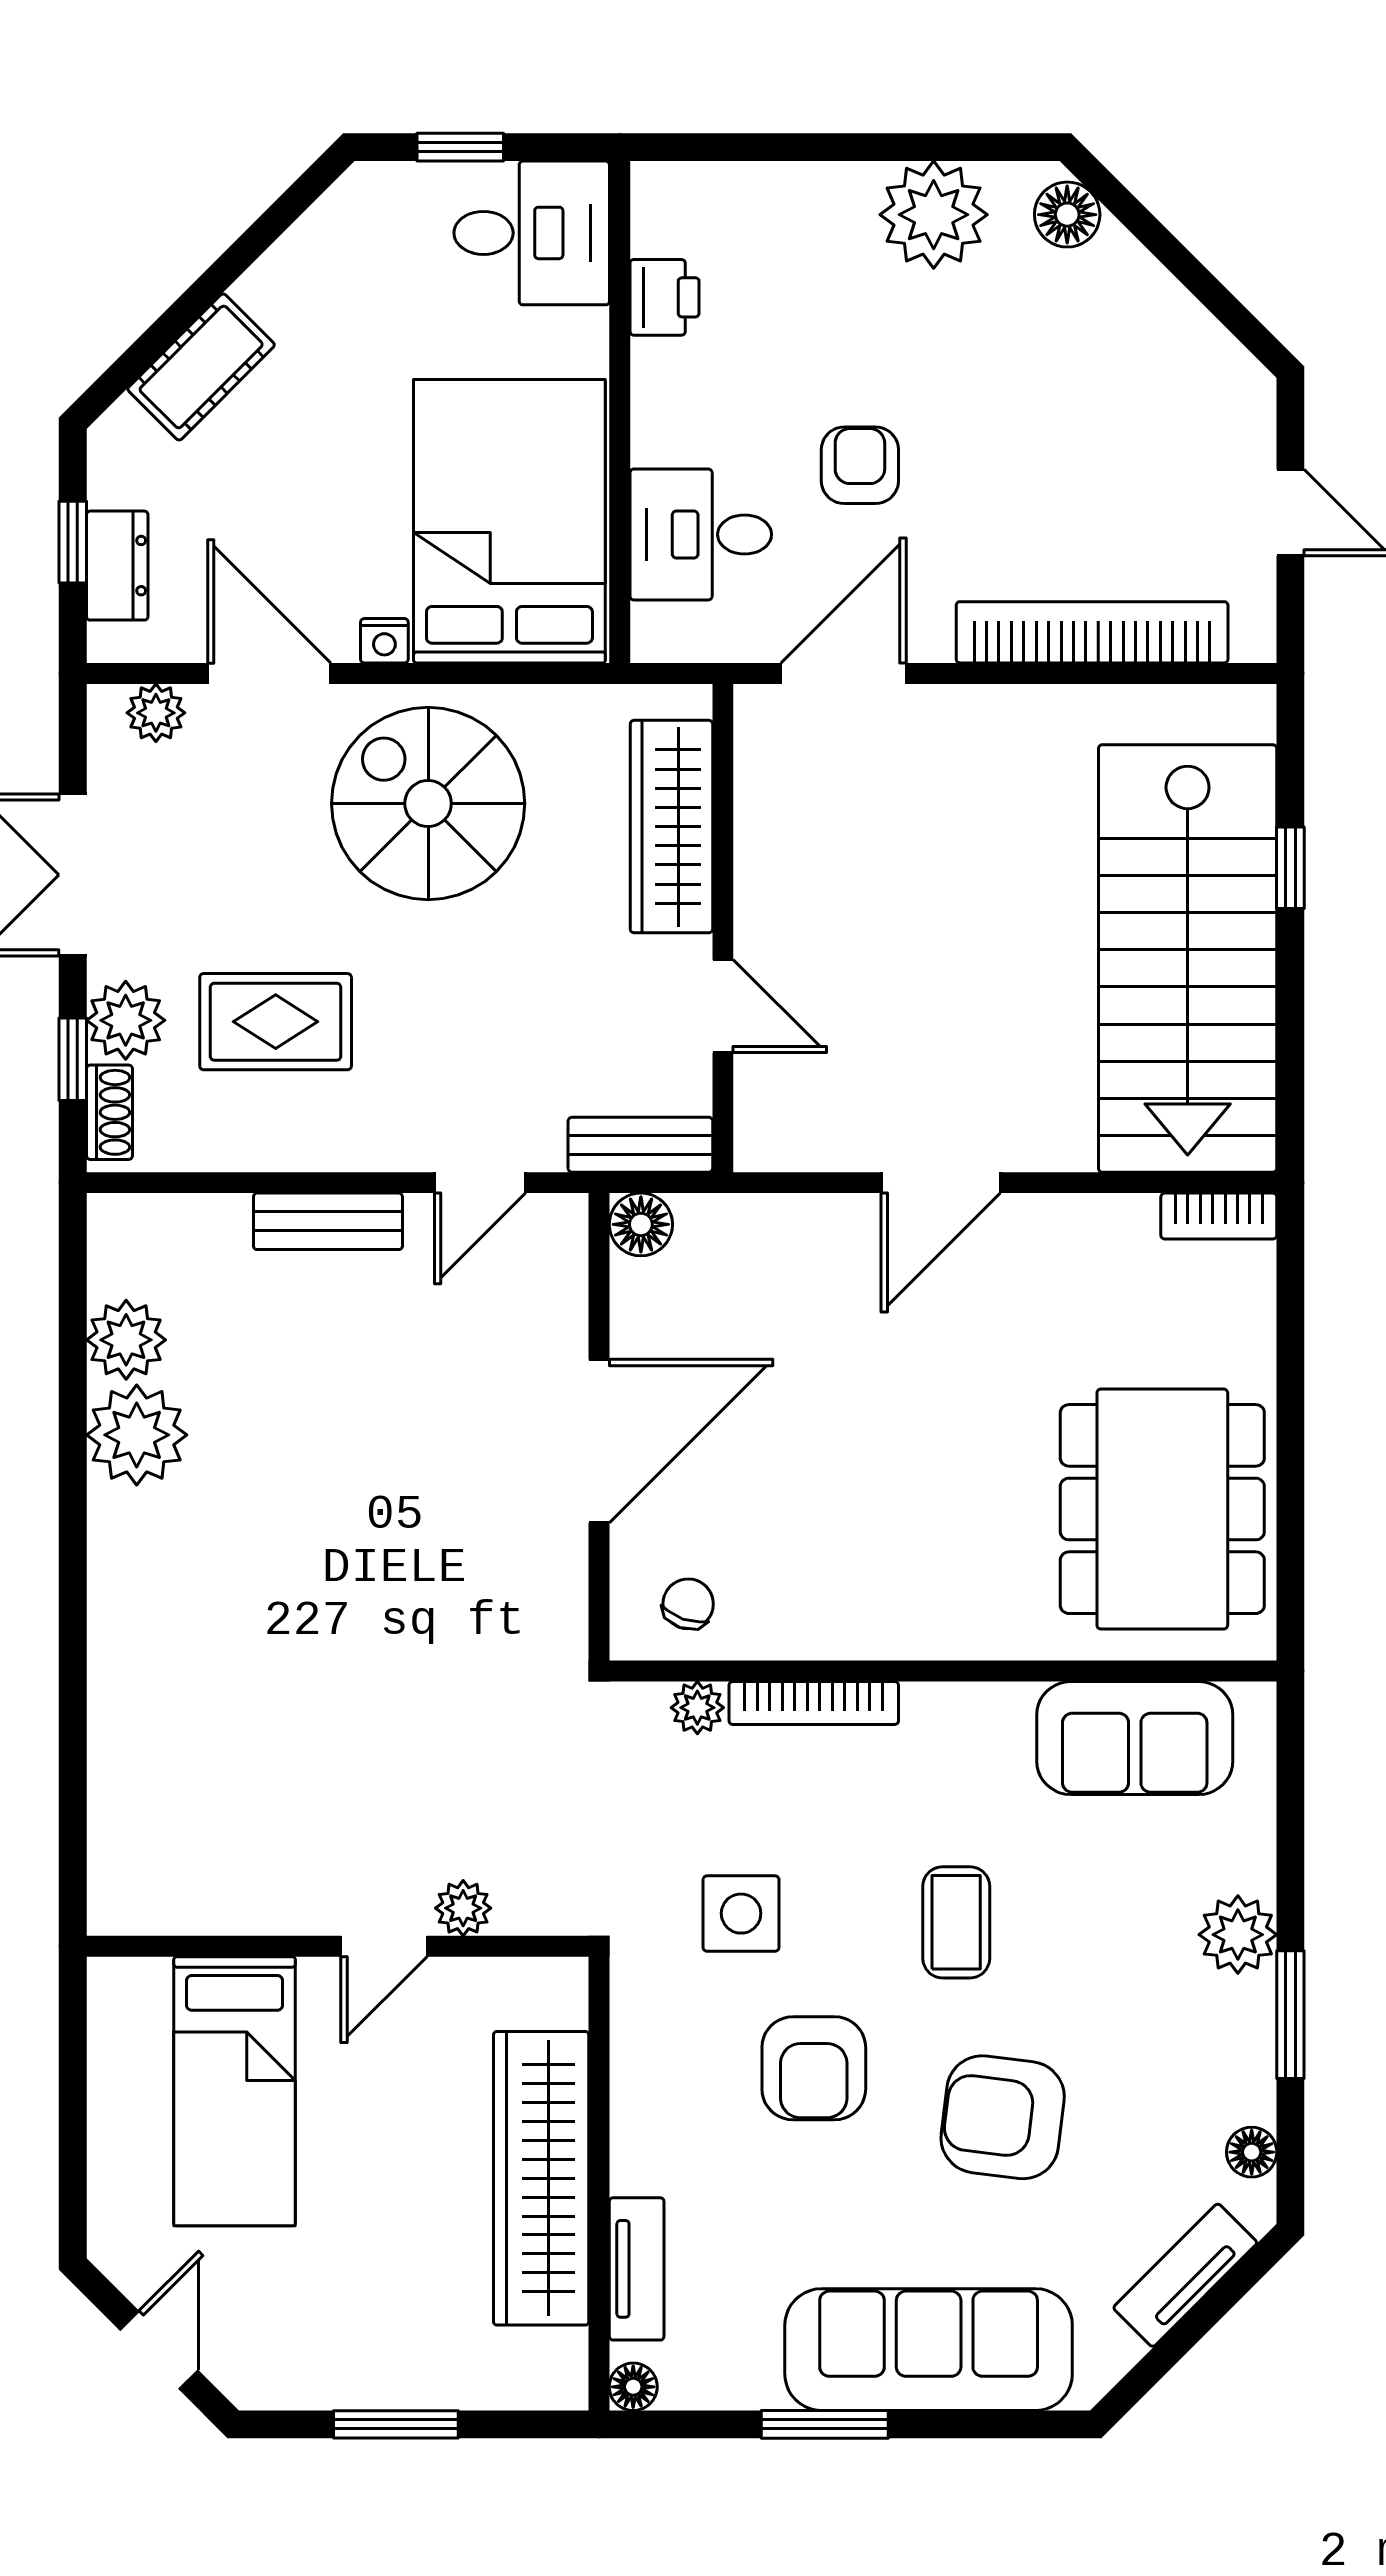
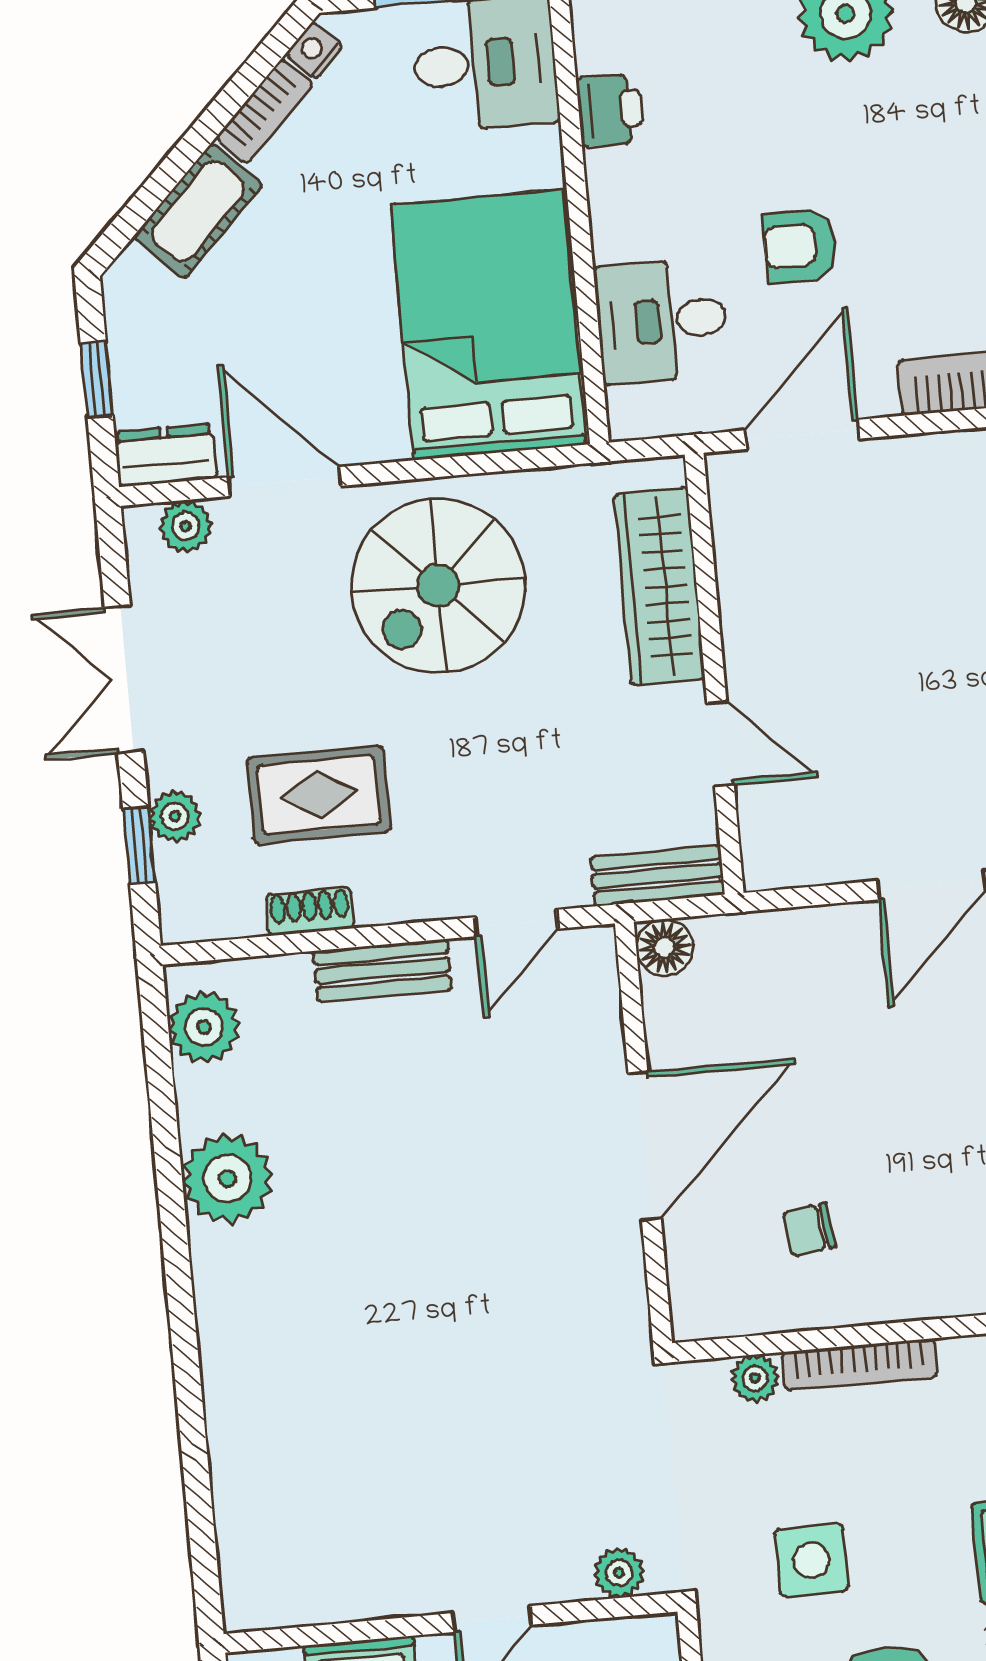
bookcase: (284, 264) -> (264, 111), added
armchair: (860, 465) -> (800, 245), turned -90
dresser: (117, 566) -> (166, 455), moved, turned -90
nightstand: (384, 641) -> (314, 50), moved, turned 135
spiral stairs: (428, 803) -> (438, 586), turned -90
plant: (126, 1020) -> (175, 816), width x0.73, depth x0.73
shoe rack: (109, 1112) -> (310, 912), moved, turned -90
plant: (126, 1340) -> (204, 1027), moved
chair: (688, 1604) -> (809, 1230), moved, turned -117
plant: (463, 1908) -> (619, 1573), moved

